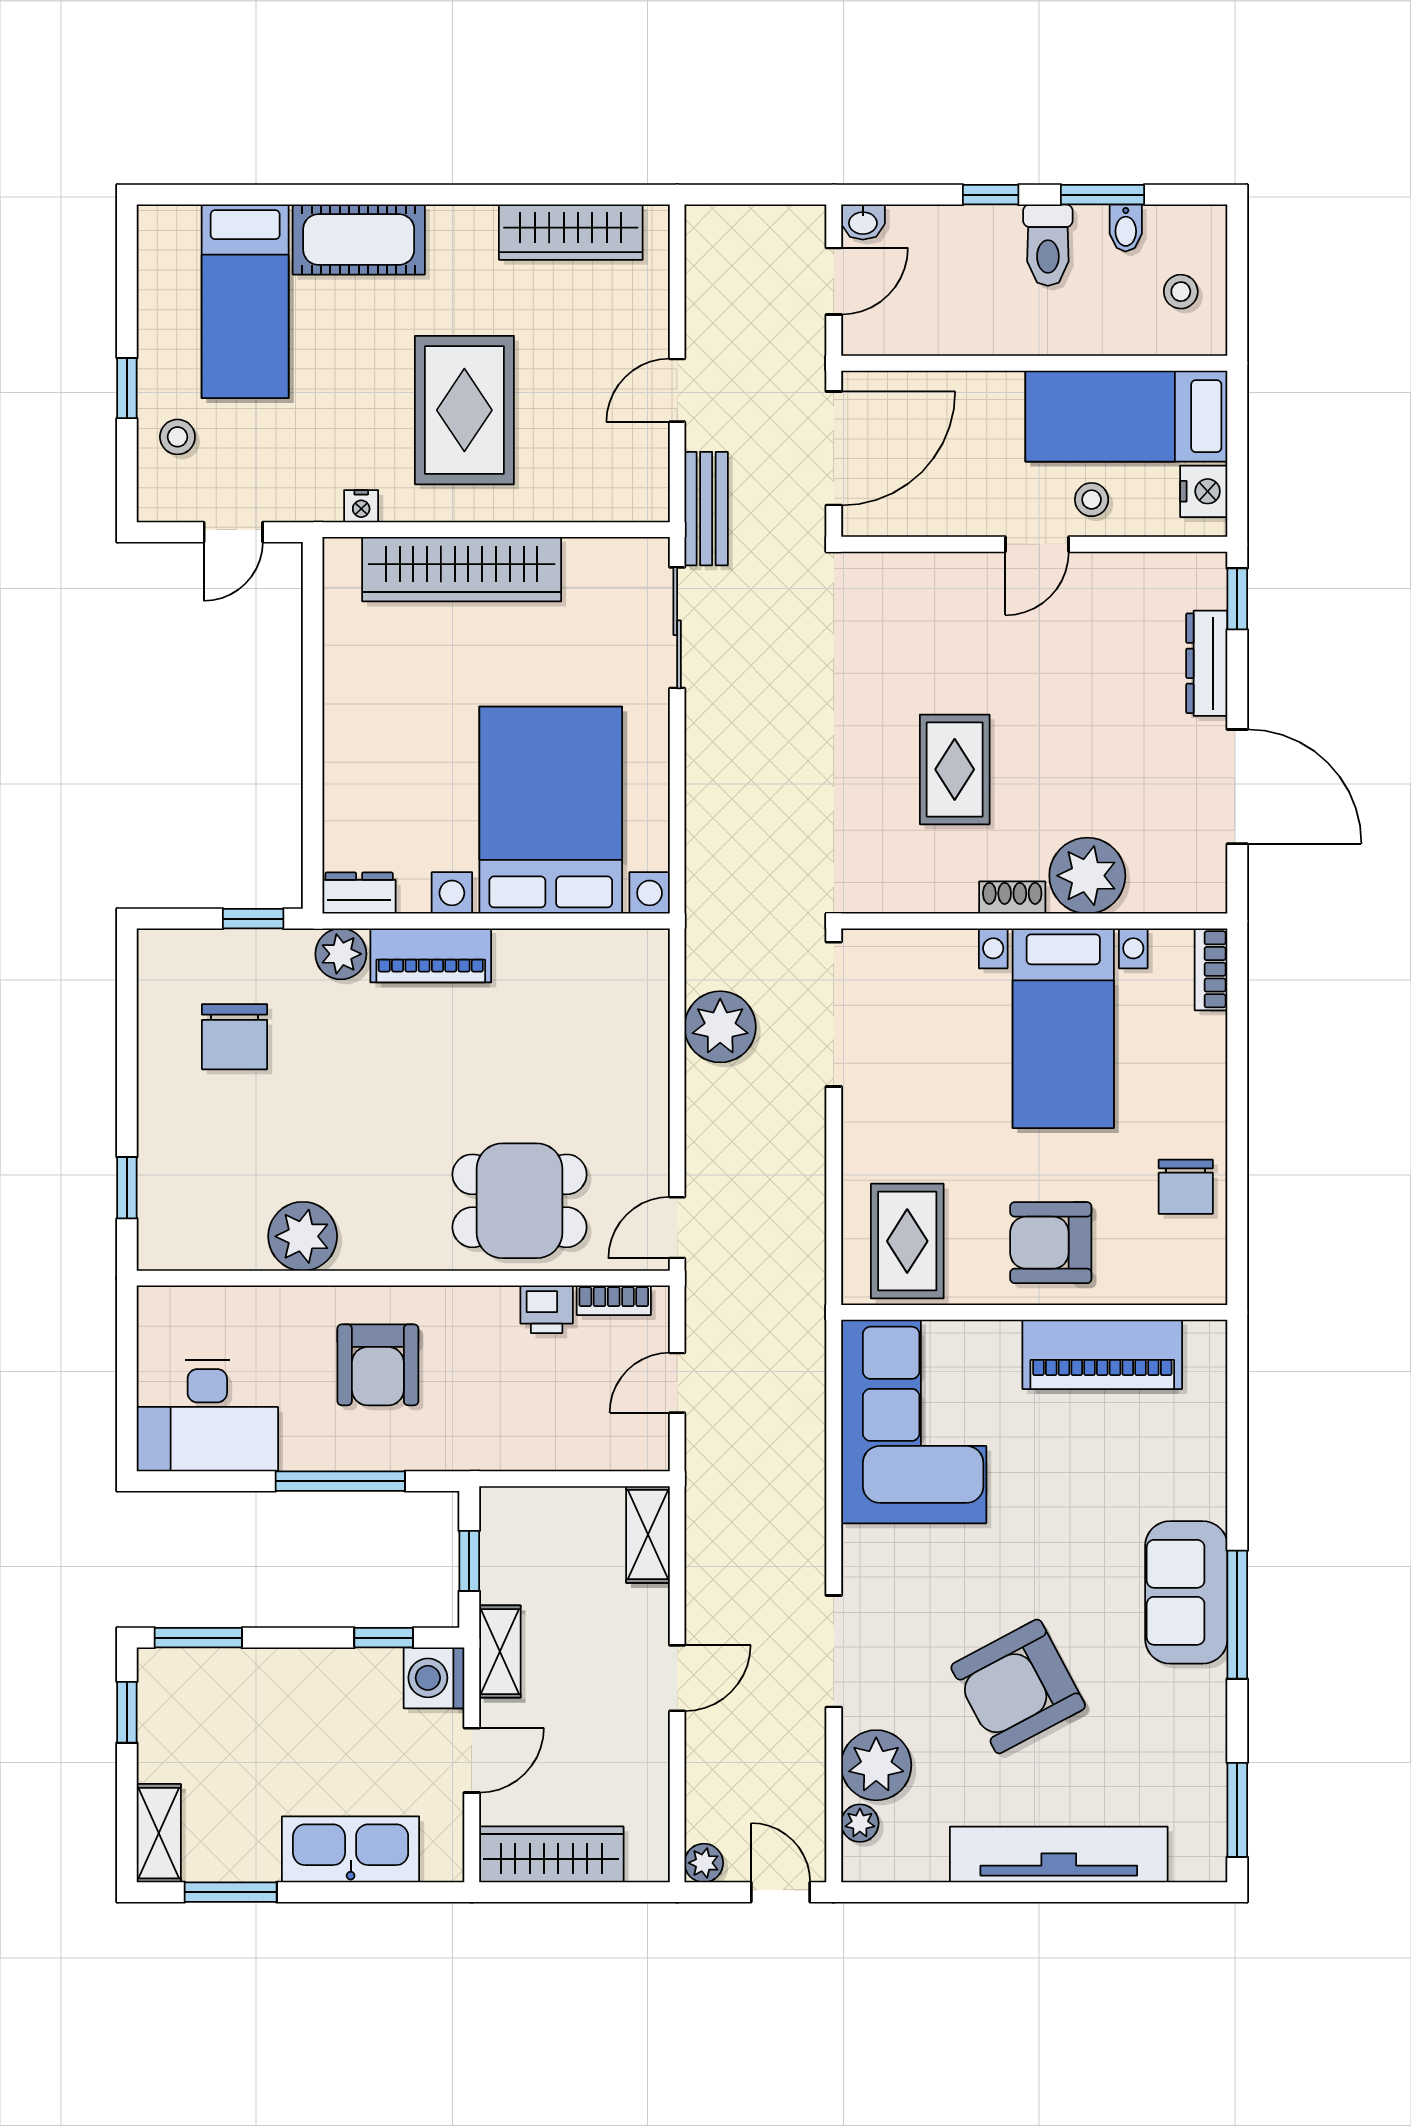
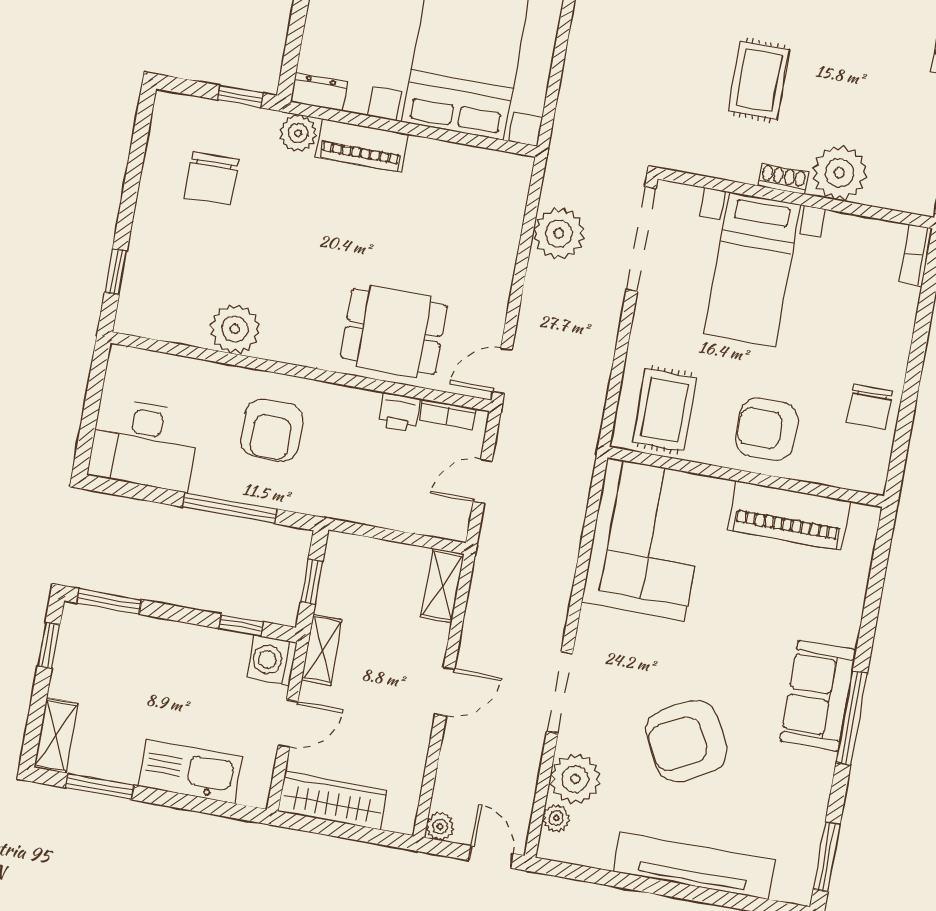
bed with nightstands: (1063, 1028) -> (752, 269), moved

